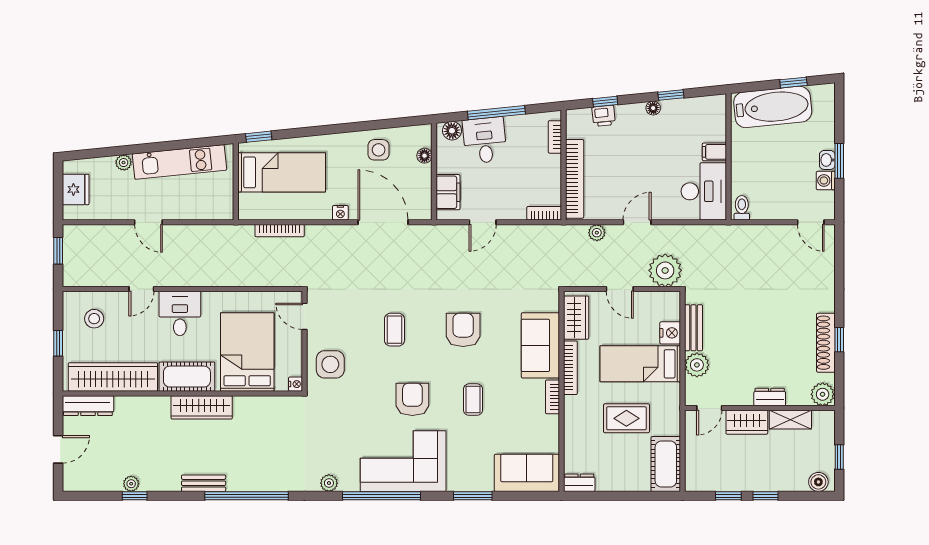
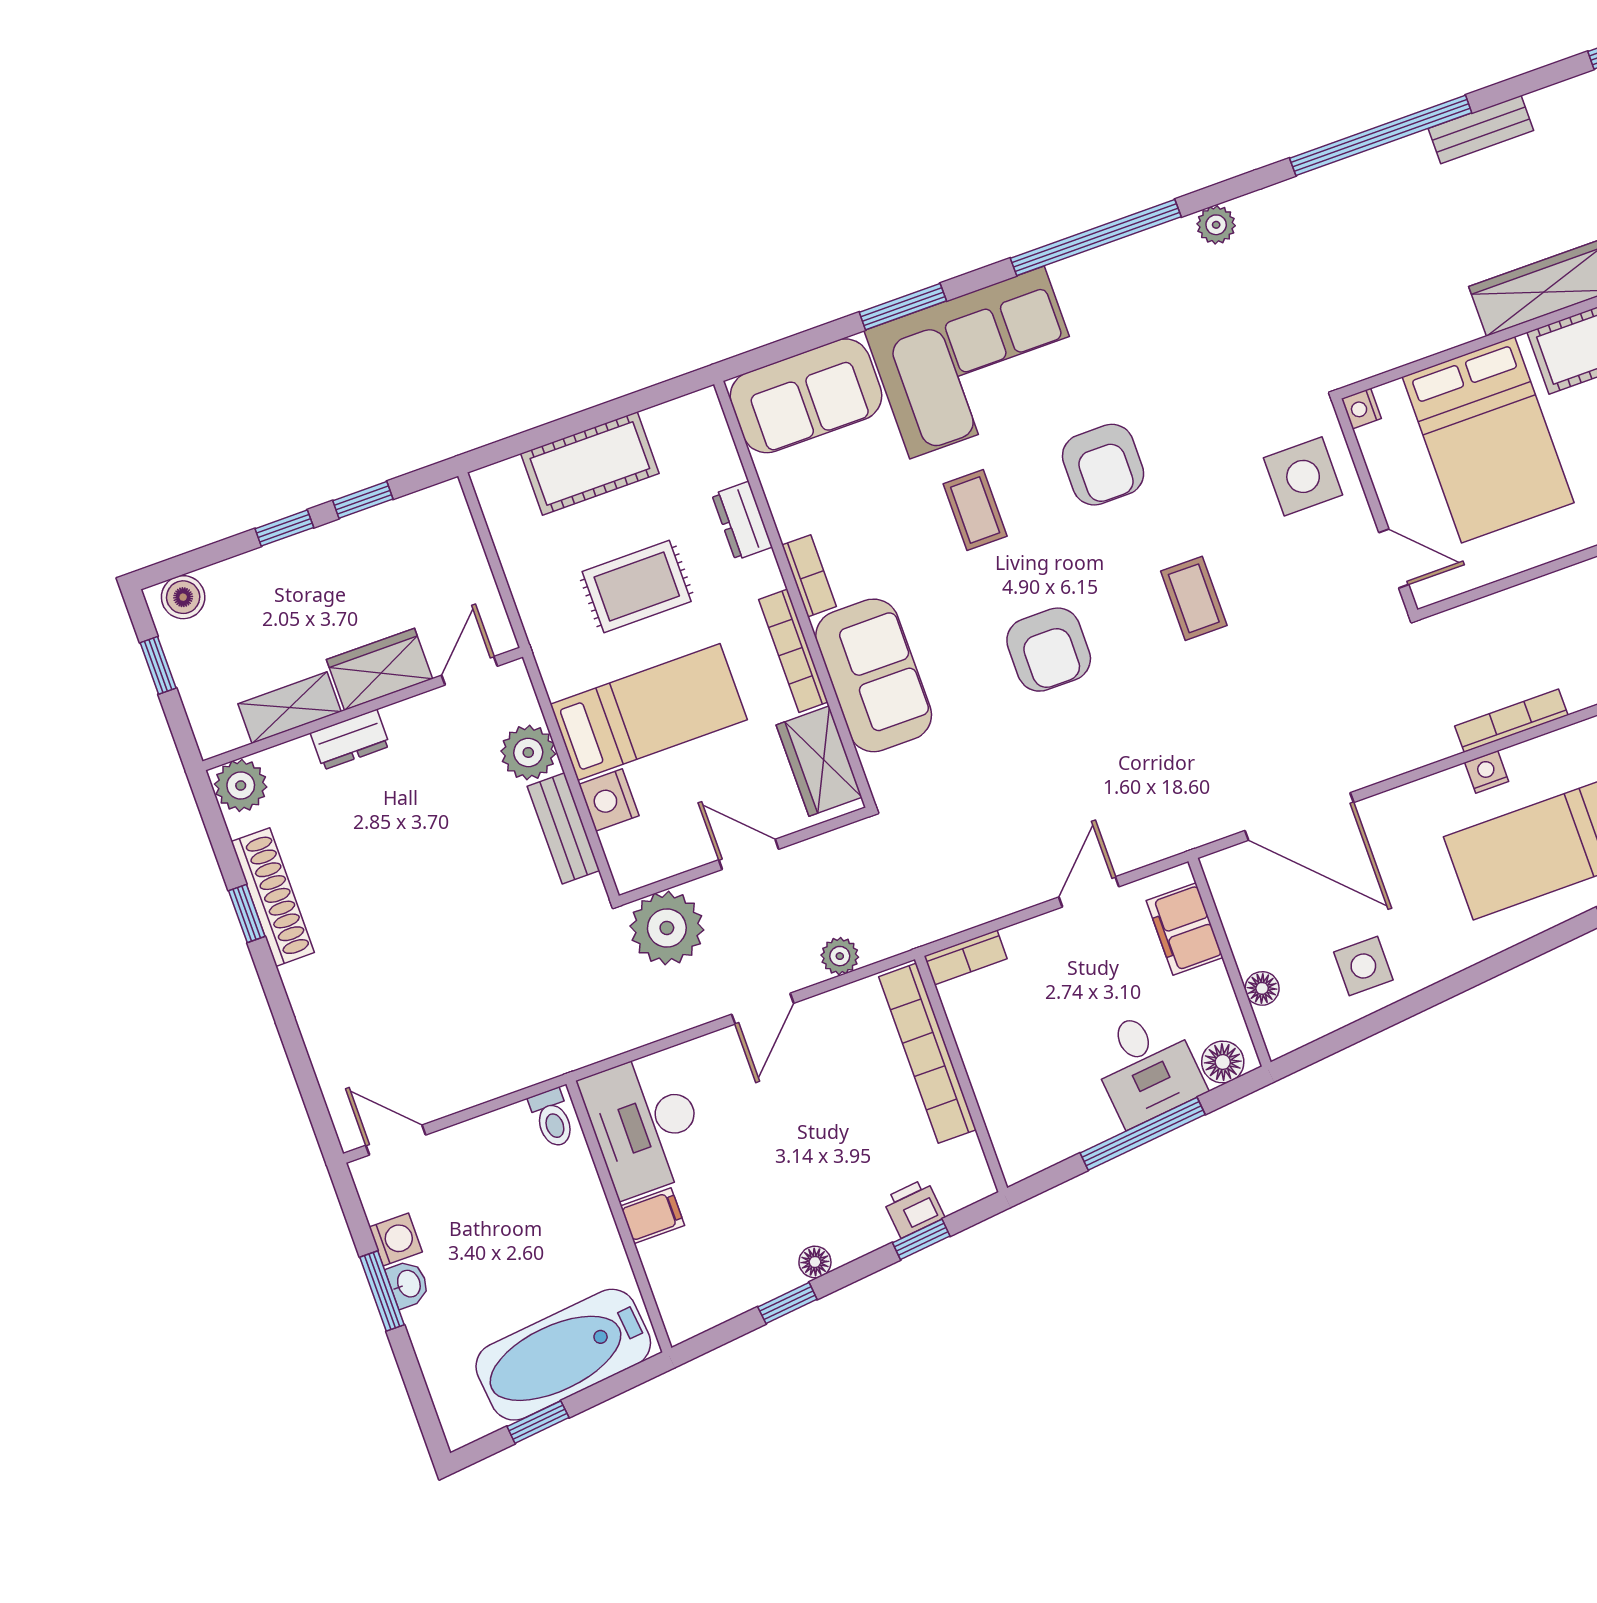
bookcase: (555, 137) -> (1001, 1127), removed
nightstand: (340, 213) -> (1487, 772), moved
corner sofa: (403, 461) -> (977, 363), moved
cot: (666, 464) -> (590, 464), moved, turned 90
dresser: (579, 483) -> (742, 521), moved, turned 90

